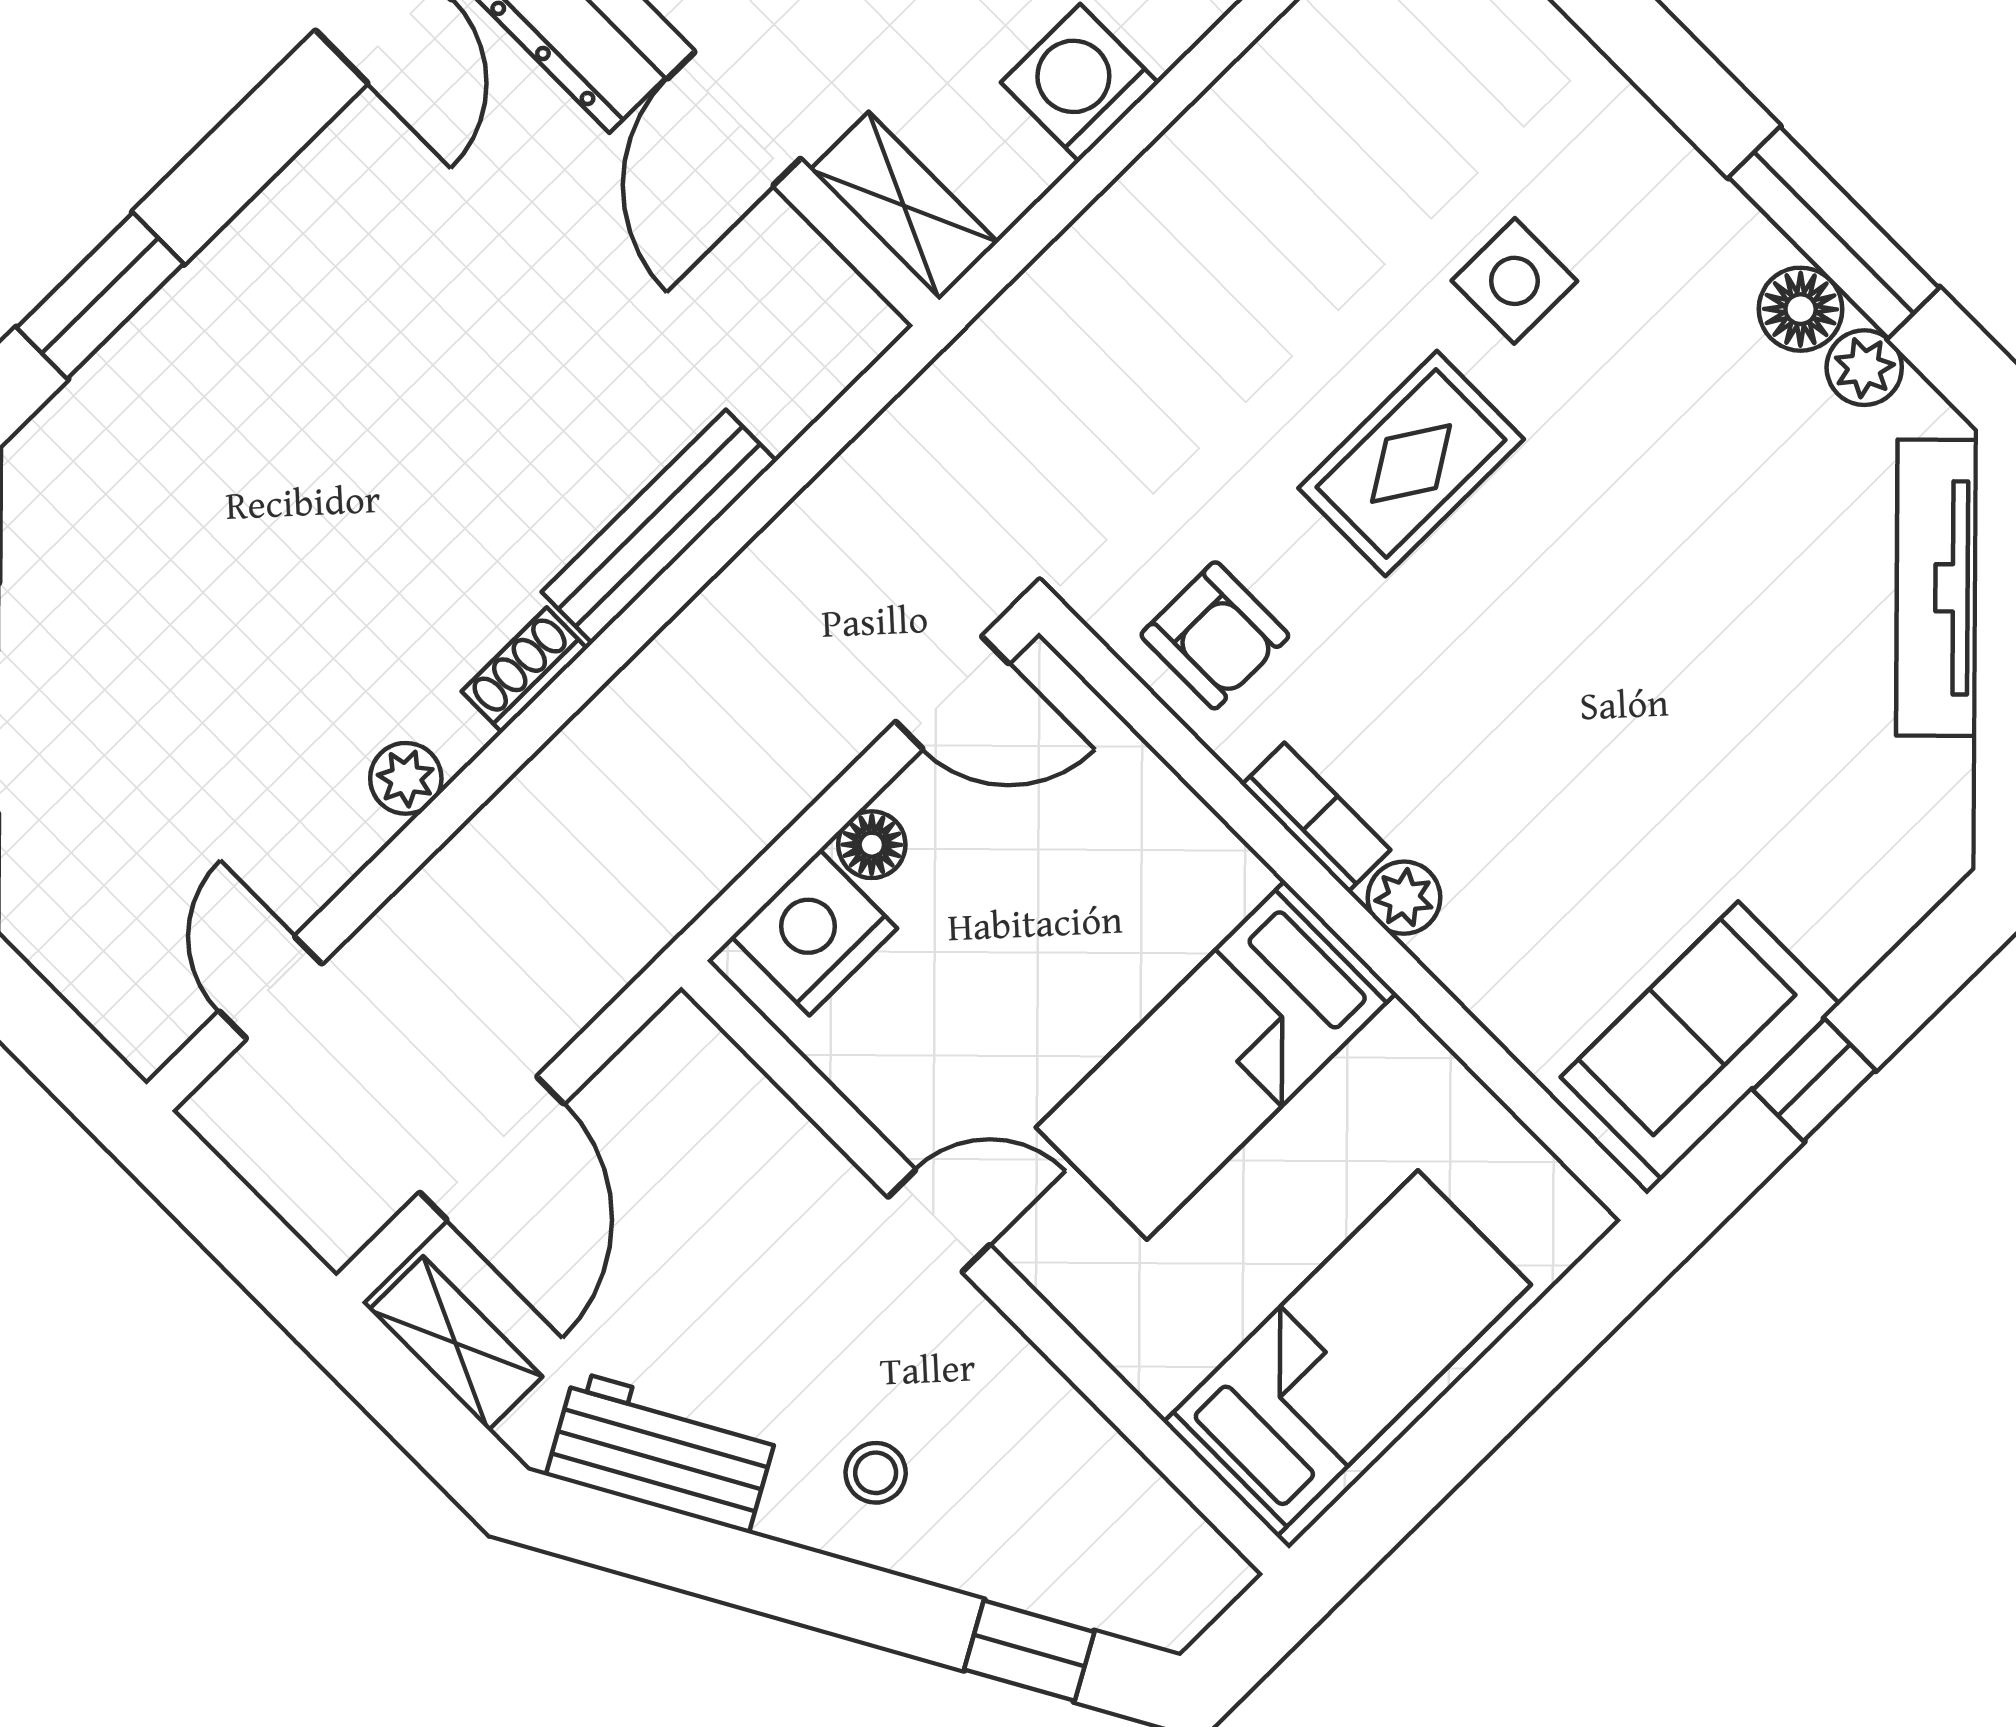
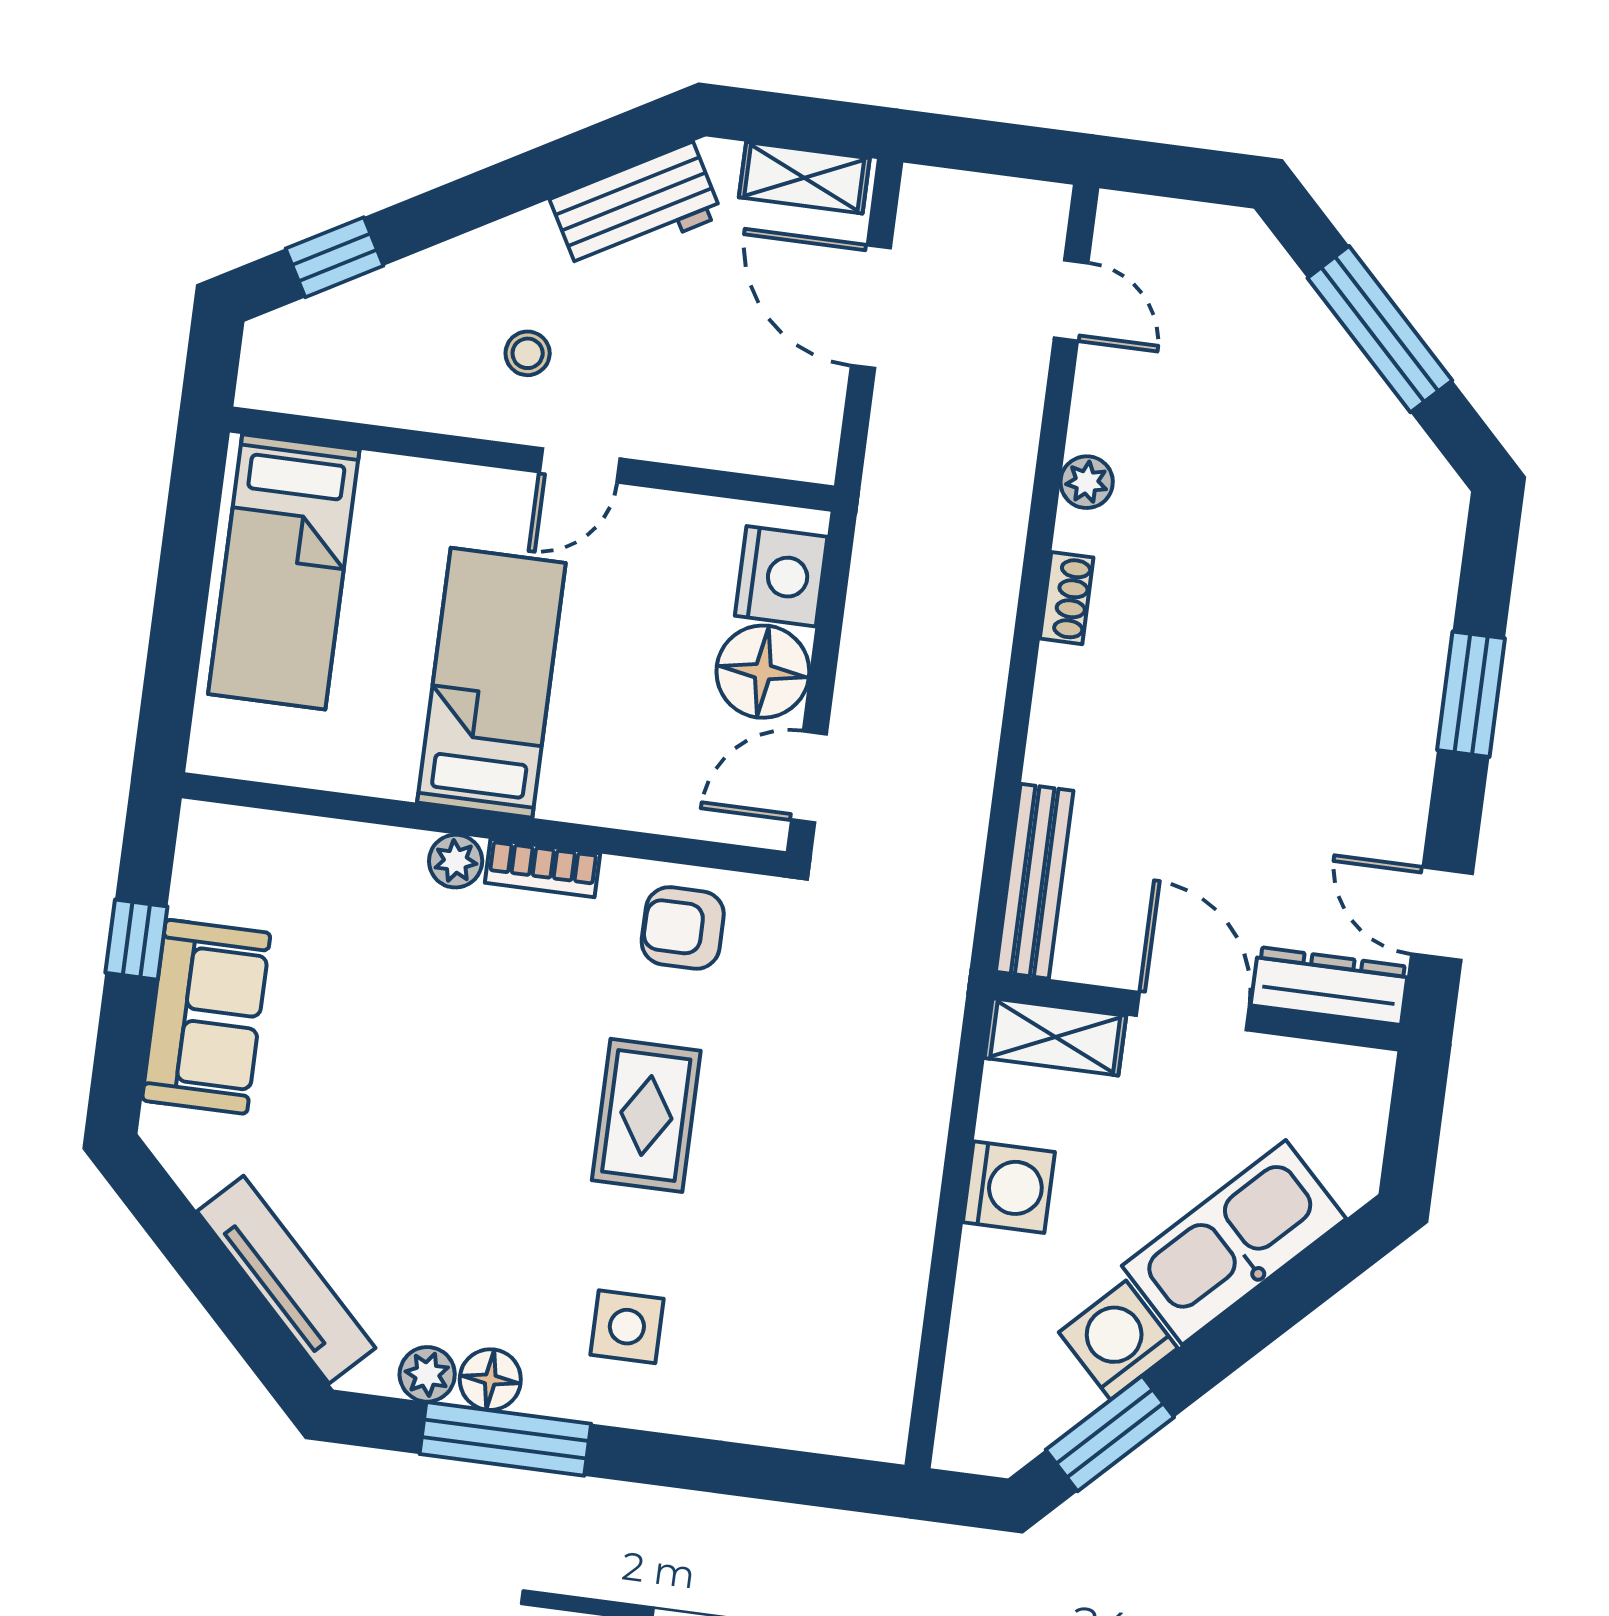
side table: (1514, 281) -> (627, 1327), moved
window: (100, 296) -> (1471, 694), moved
bench: (659, 526) -> (1035, 881), moved
floor lamp: (872, 845) -> (763, 672), width x1.89, depth x1.89
sofa: (1700, 1040) -> (206, 1017), moved
stool: (876, 1473) -> (528, 353), moved

